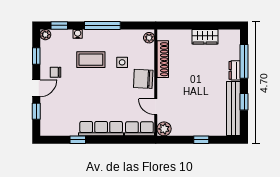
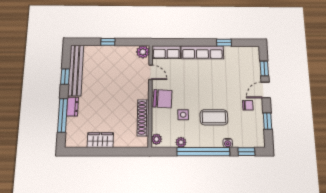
window: (102, 25) -> (203, 152), width x1.46
plant: (45, 35) -> (181, 142), moved

